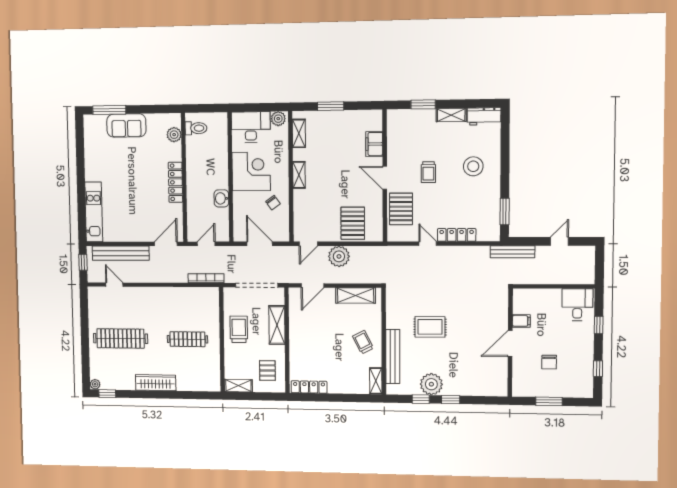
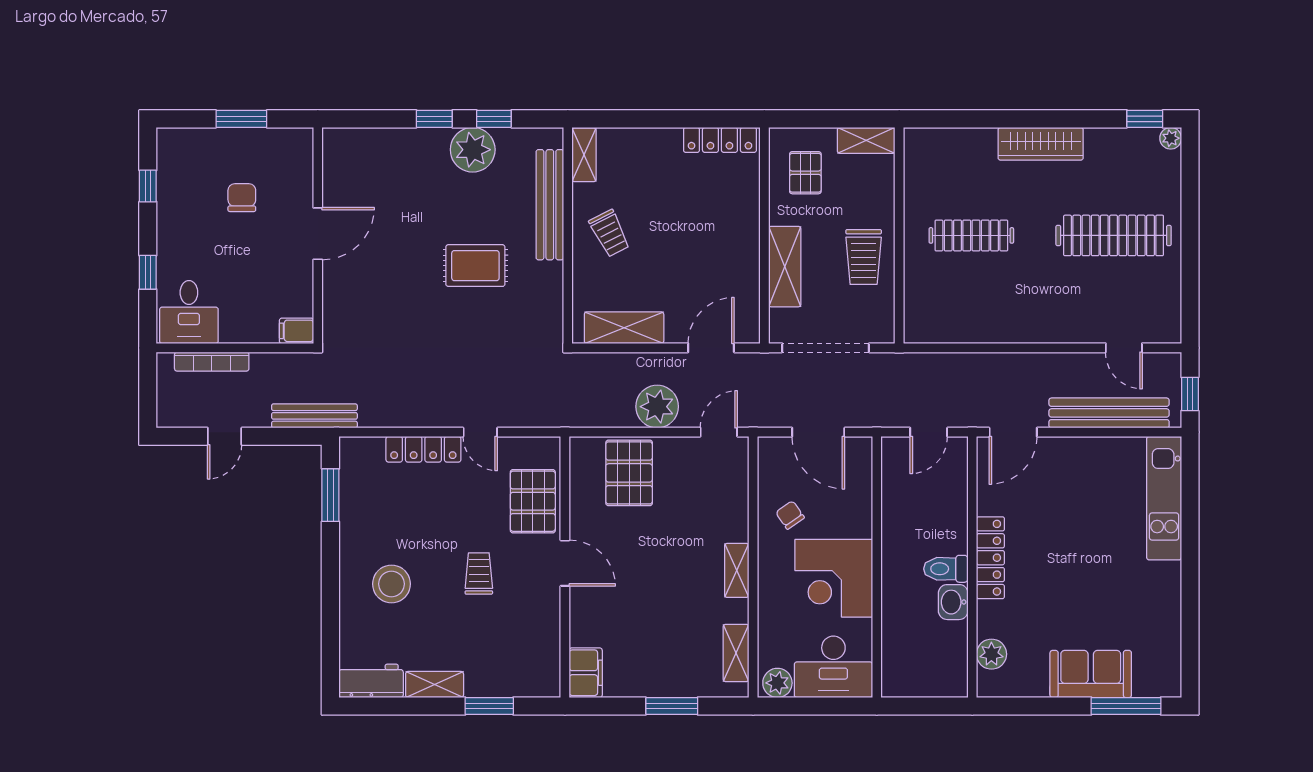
toilet: (196, 128) -> (946, 569), moved
filing cabinet: (374, 144) -> (586, 673), moved
washbasin: (221, 198) -> (953, 602), moved, turned 180
bookcase: (206, 278) -> (212, 362), moved
filing cabinet: (521, 321) -> (296, 331), moved

